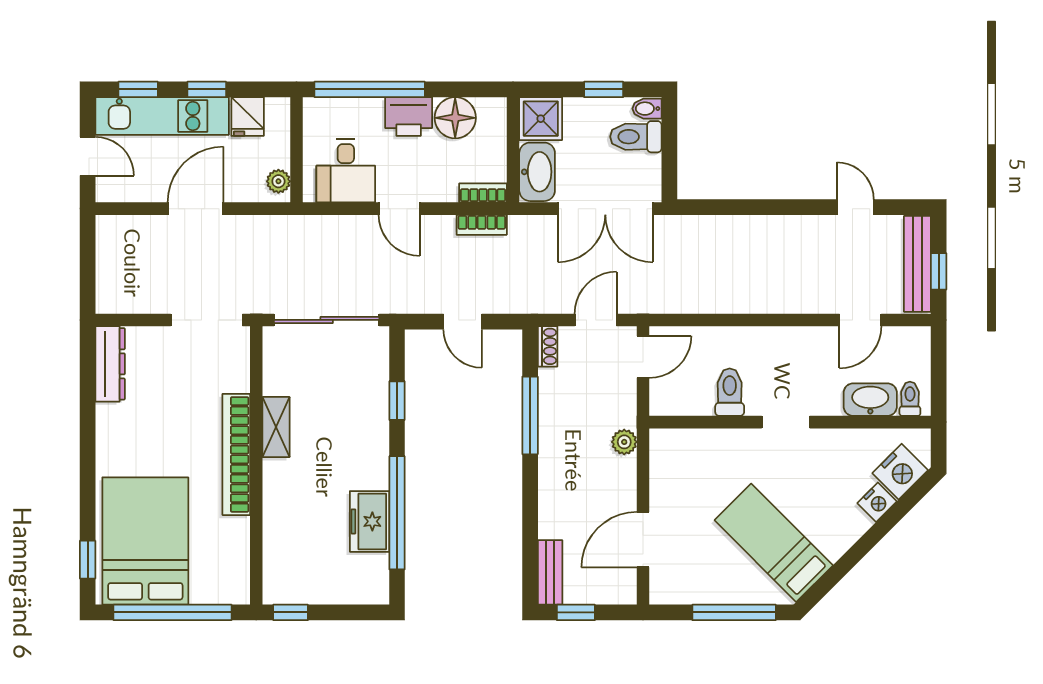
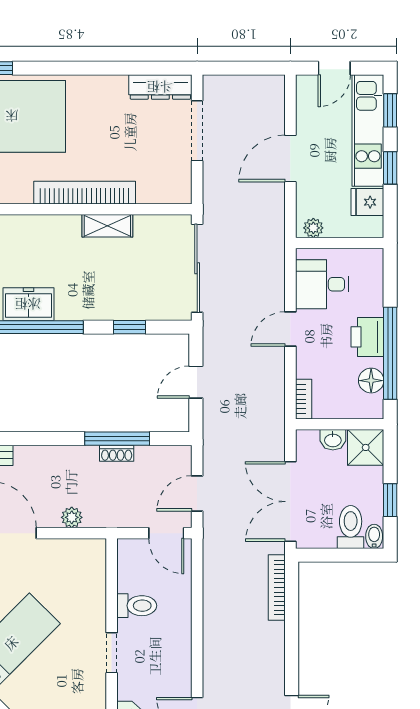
window: (370, 89) -> (390, 353), moved
floor lamp: (455, 118) -> (371, 381), width x0.73, depth x0.73
washbasin: (537, 172) -> (333, 440), width x0.52, depth x0.69
door: (195, 209) -> (290, 158), swing flipped
bookcase: (482, 225) -> (277, 587), moved, width x1.56
doorway: (207, 320) -> (197, 131), moved
door: (596, 320) -> (197, 493), swing flipped
shoe rack: (548, 346) -> (117, 453), moved
plant: (624, 442) -> (72, 517), moved

